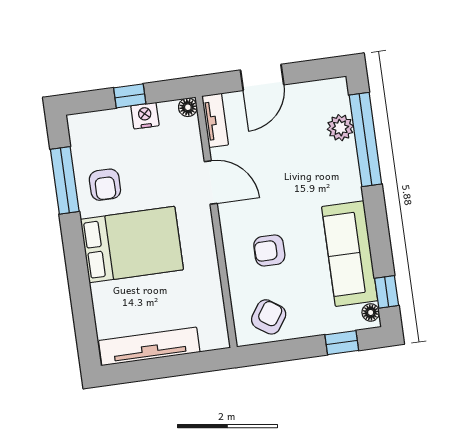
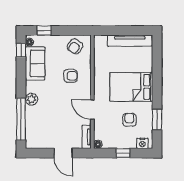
door: (262, 77) -> (63, 153), swing flipped
nightstand: (145, 116) -> (142, 143), moved
plant: (340, 128) -> (31, 99), moved
window: (65, 180) -> (157, 120), width x0.69
armchair: (105, 185) -> (129, 120), moved
sofa: (350, 254) -> (35, 63), width x0.73

